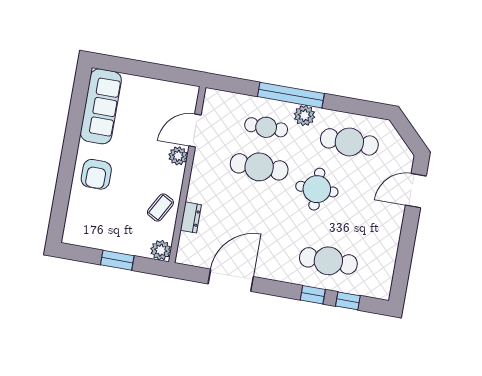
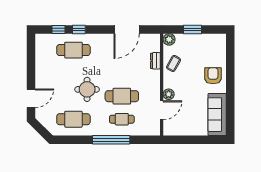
plant: (304, 116) -> (101, 130), removed

